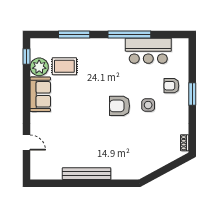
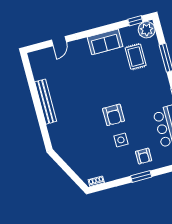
plant: (39, 67) -> (147, 30), moved
armchair: (171, 86) -> (144, 156), turned 180
armchair: (120, 106) -> (113, 115), turned 180

